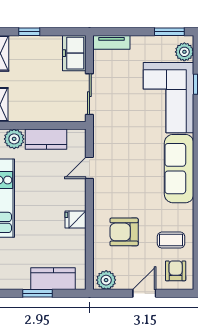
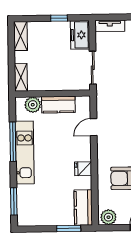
window: (29, 32) -> (59, 18), moved
kitchen counter: (53, 279) -> (83, 208), moved, turned -90
window: (37, 293) -> (69, 228), moved

